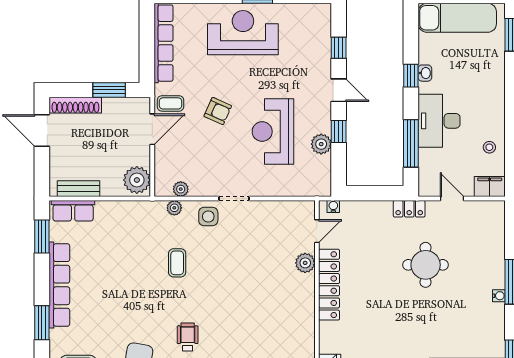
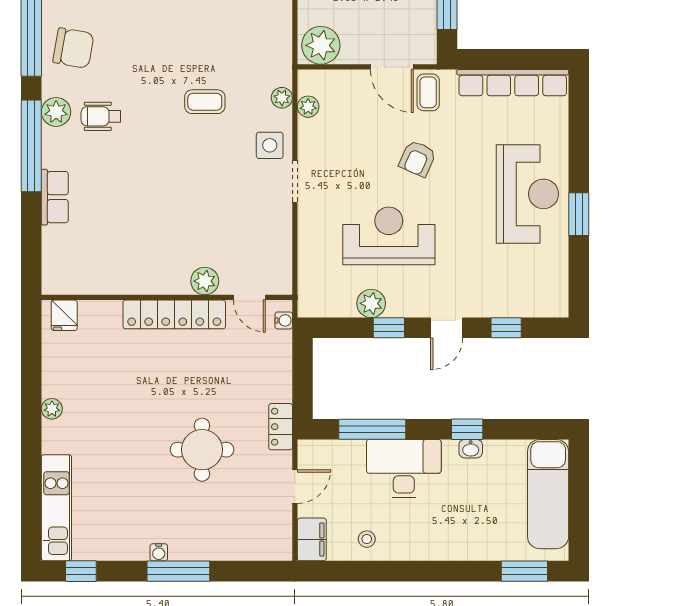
wheelchair: (188, 337) -> (101, 116), turned 180

